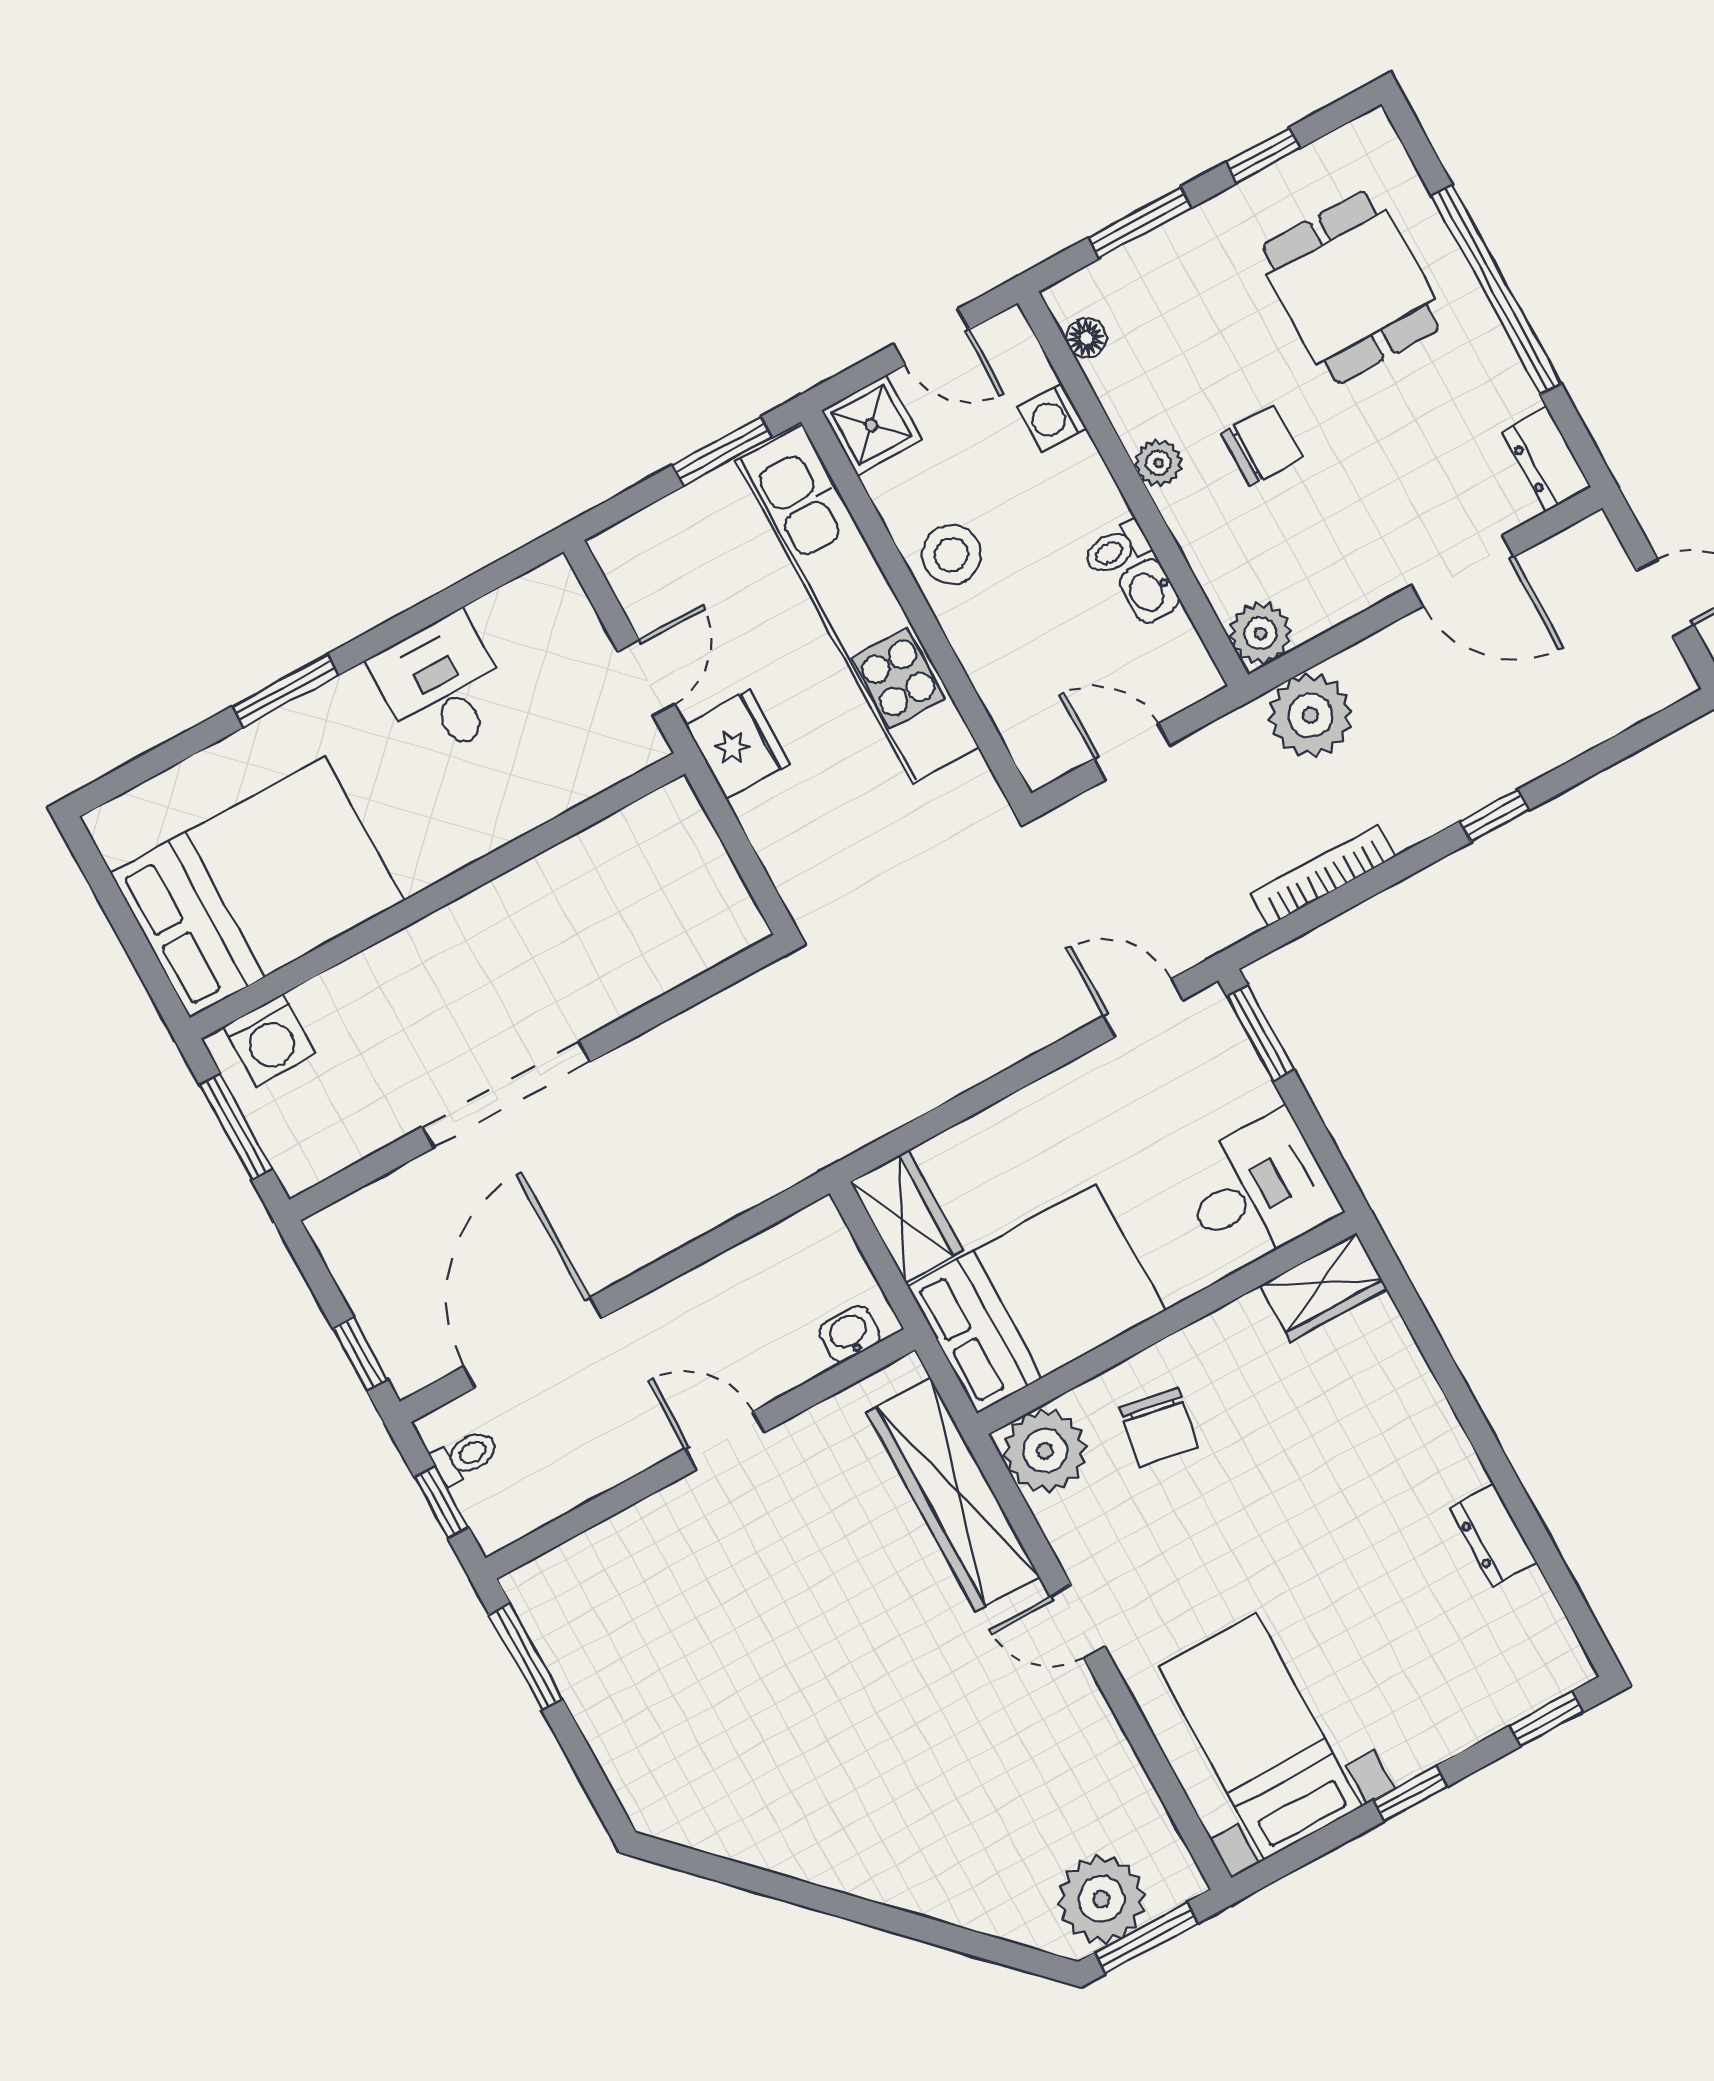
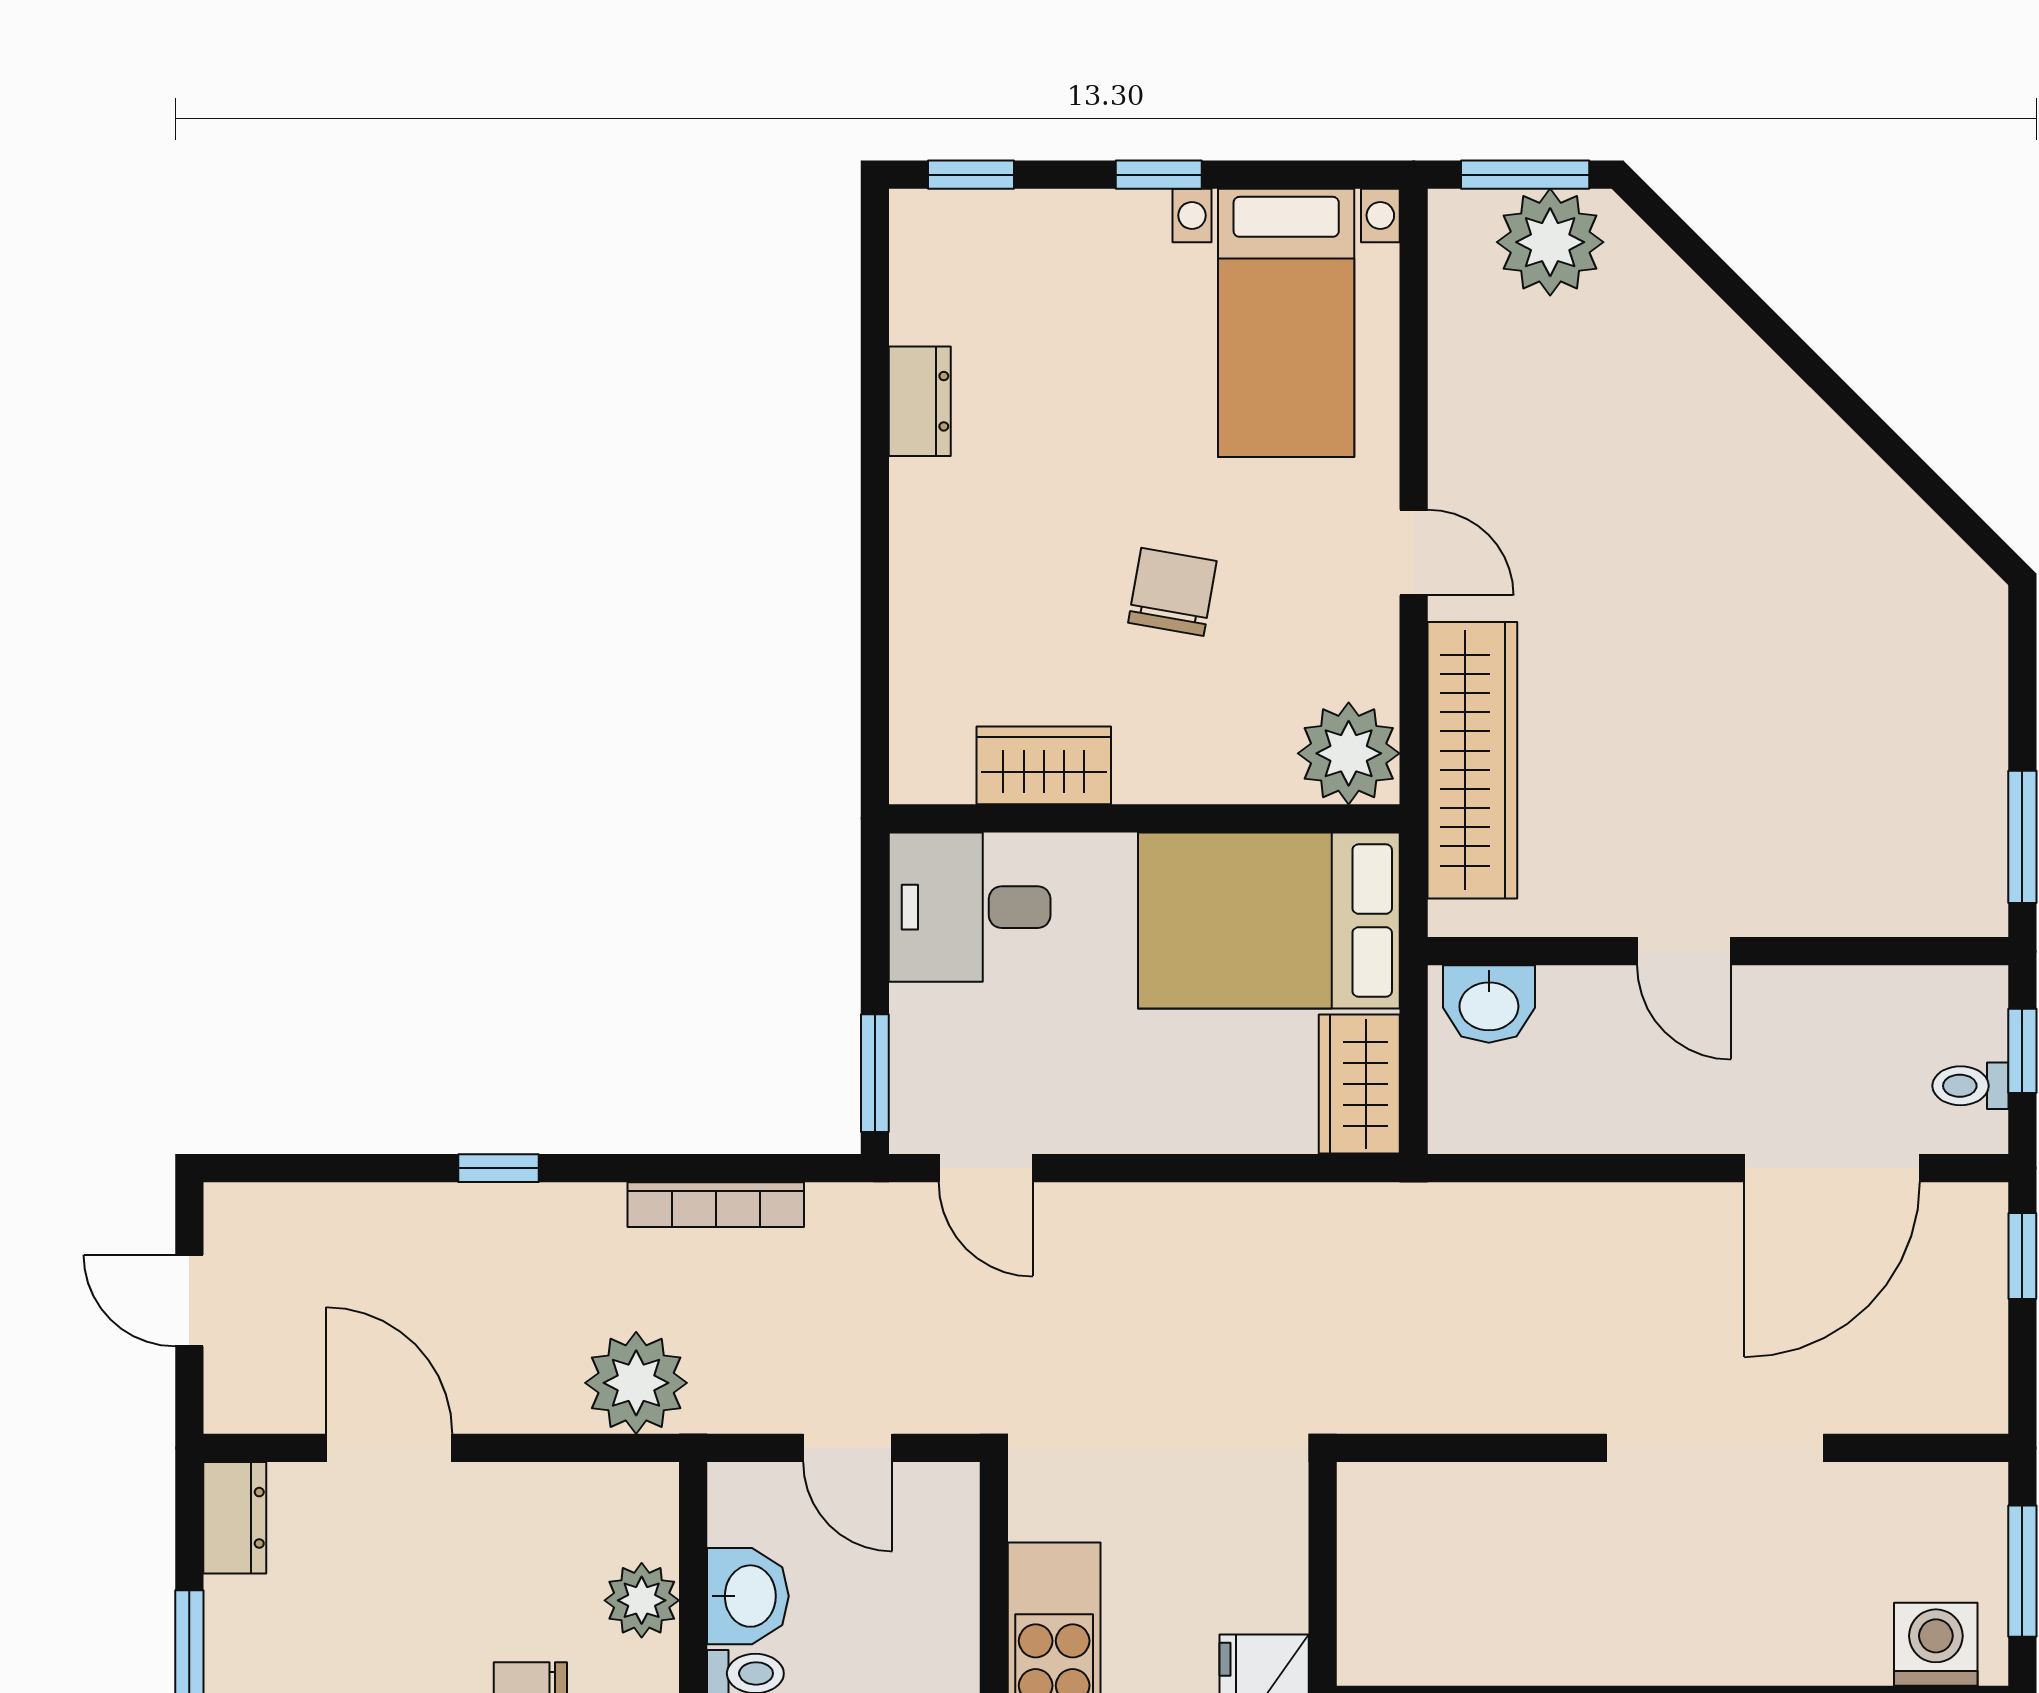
washbasin: (1149, 591) -> (748, 1596), width x1.38, depth x1.45
plant: (1260, 633) -> (642, 1600), moved
wardrobe: (1323, 1287) -> (1044, 765), moved
washbasin: (849, 1334) -> (1489, 1004), width x1.38, depth x1.45
chair: (1159, 1427) -> (1172, 592), moved

